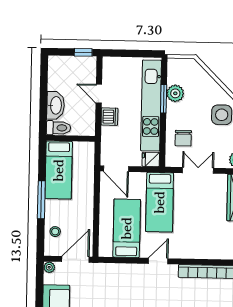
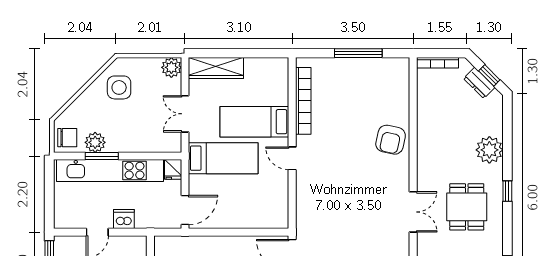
chair: (183, 138) -> (67, 138), moved
bed: (127, 228) -> (254, 122), moved

